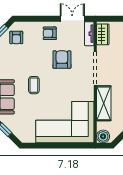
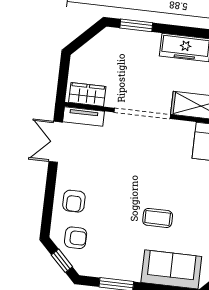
armchair: (50, 33) -> (74, 201), moved
armchair: (62, 60) -> (121, 167), removed

